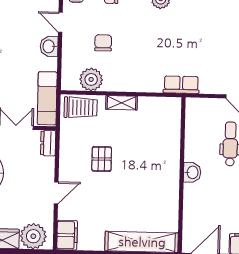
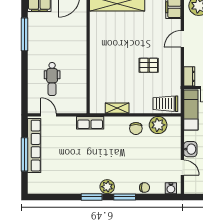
chair: (103, 43) -> (136, 128), moved
shelving: (122, 103) -> (117, 108), moved
pallet: (102, 159) -> (149, 65), turned 90
washbasin: (192, 172) -> (80, 57), removed

